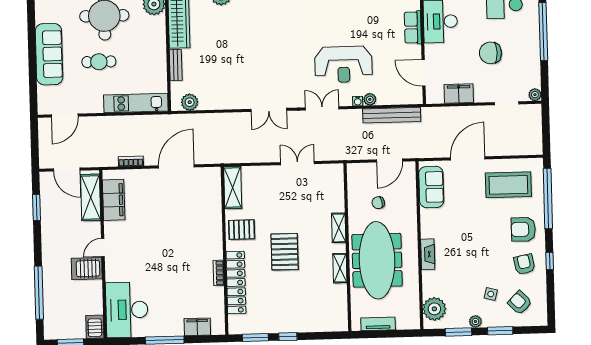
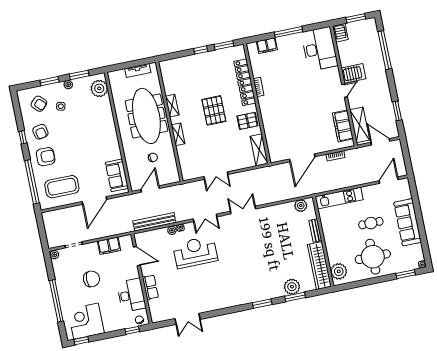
fireplace: (428, 254) -> (111, 127), removed

